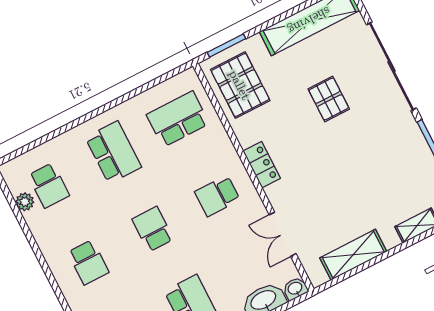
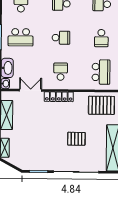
school desk: (113, 152) -> (101, 38), width x0.54
locker: (262, 165) -> (59, 97), width x1.53

